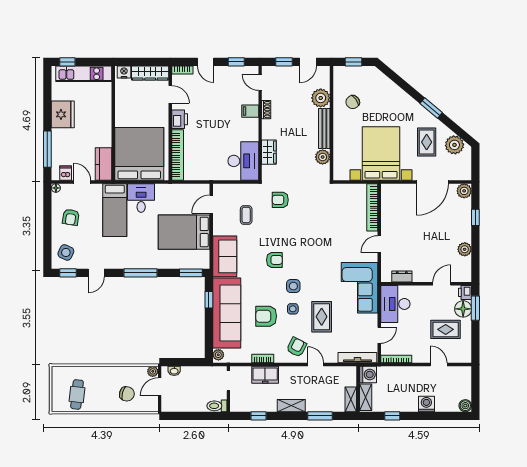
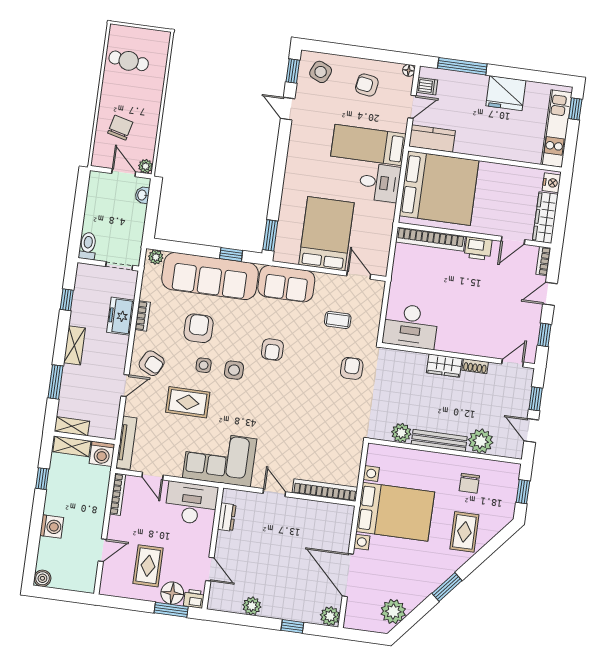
chair: (353, 102) -> (469, 483), turned -144
filing cabinet: (250, 111) -> (476, 345), removed
rug: (427, 142) -> (464, 532), moved, turned 90
wardrobe: (269, 152) -> (444, 366), moved
window: (141, 273) -> (280, 168), removed
chair: (127, 394) -> (120, 128), turned 180

